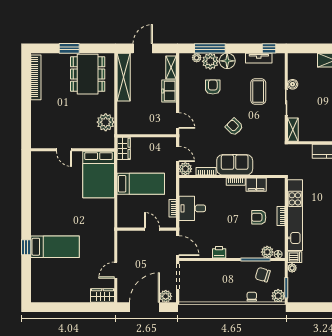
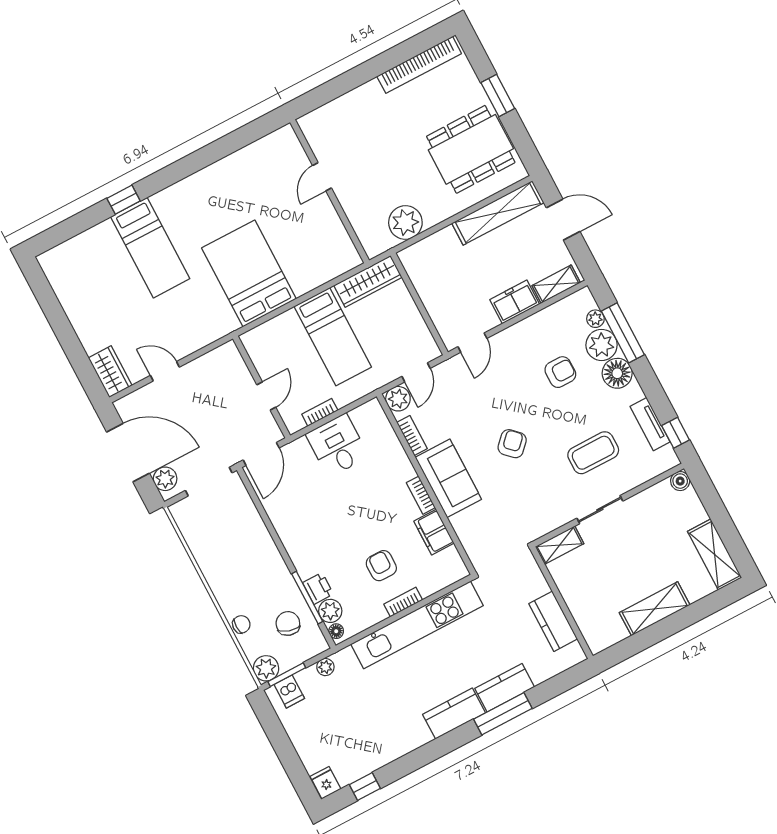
boiler: (293, 84) -> (680, 481), moved
wardrobe: (124, 148) -> (368, 281), width x1.50
bed: (99, 175) -> (249, 273), moved, turned 90
printer: (219, 252) -> (318, 588), moved
dishwasher: (295, 257) -> (289, 691), moved

